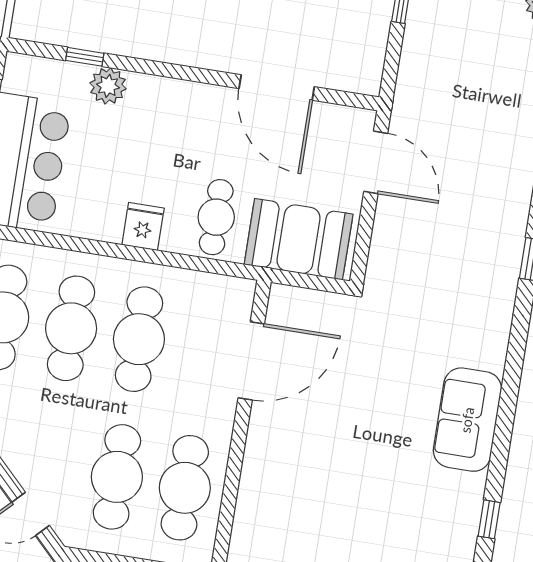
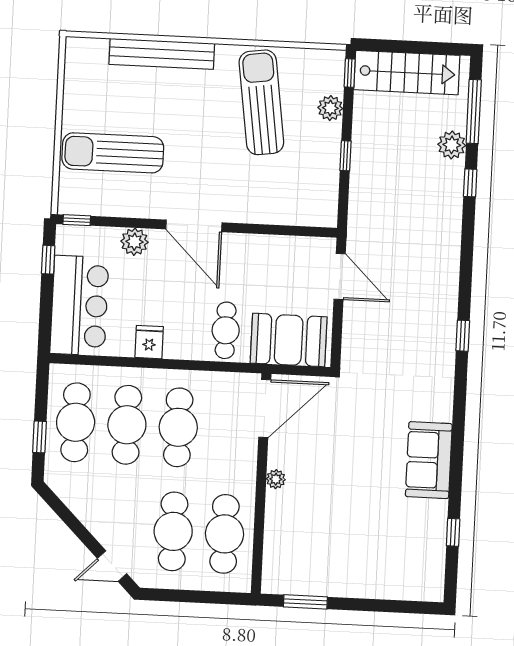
window: (85, 57) -> (77, 220), moved
door: (277, 88) -> (194, 226), moved
fridge: (143, 226) -> (149, 342), moved
door: (251, 361) -> (265, 409), moved
plant: (261, 422) -> (276, 479), added

